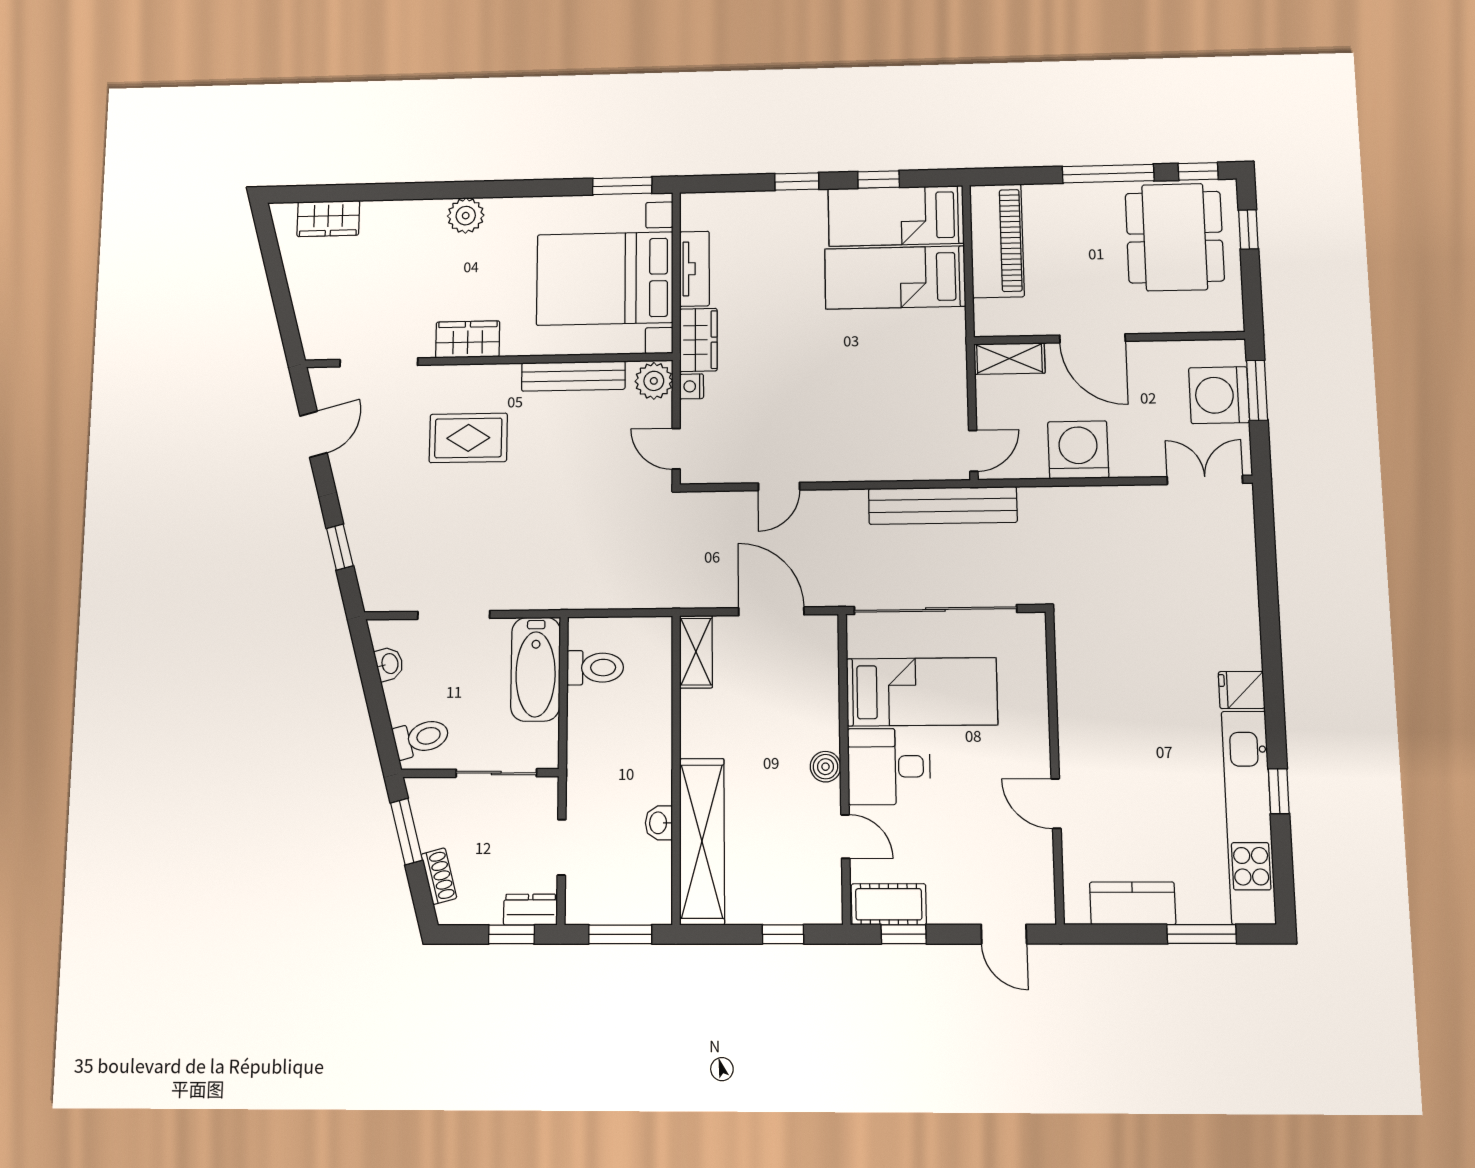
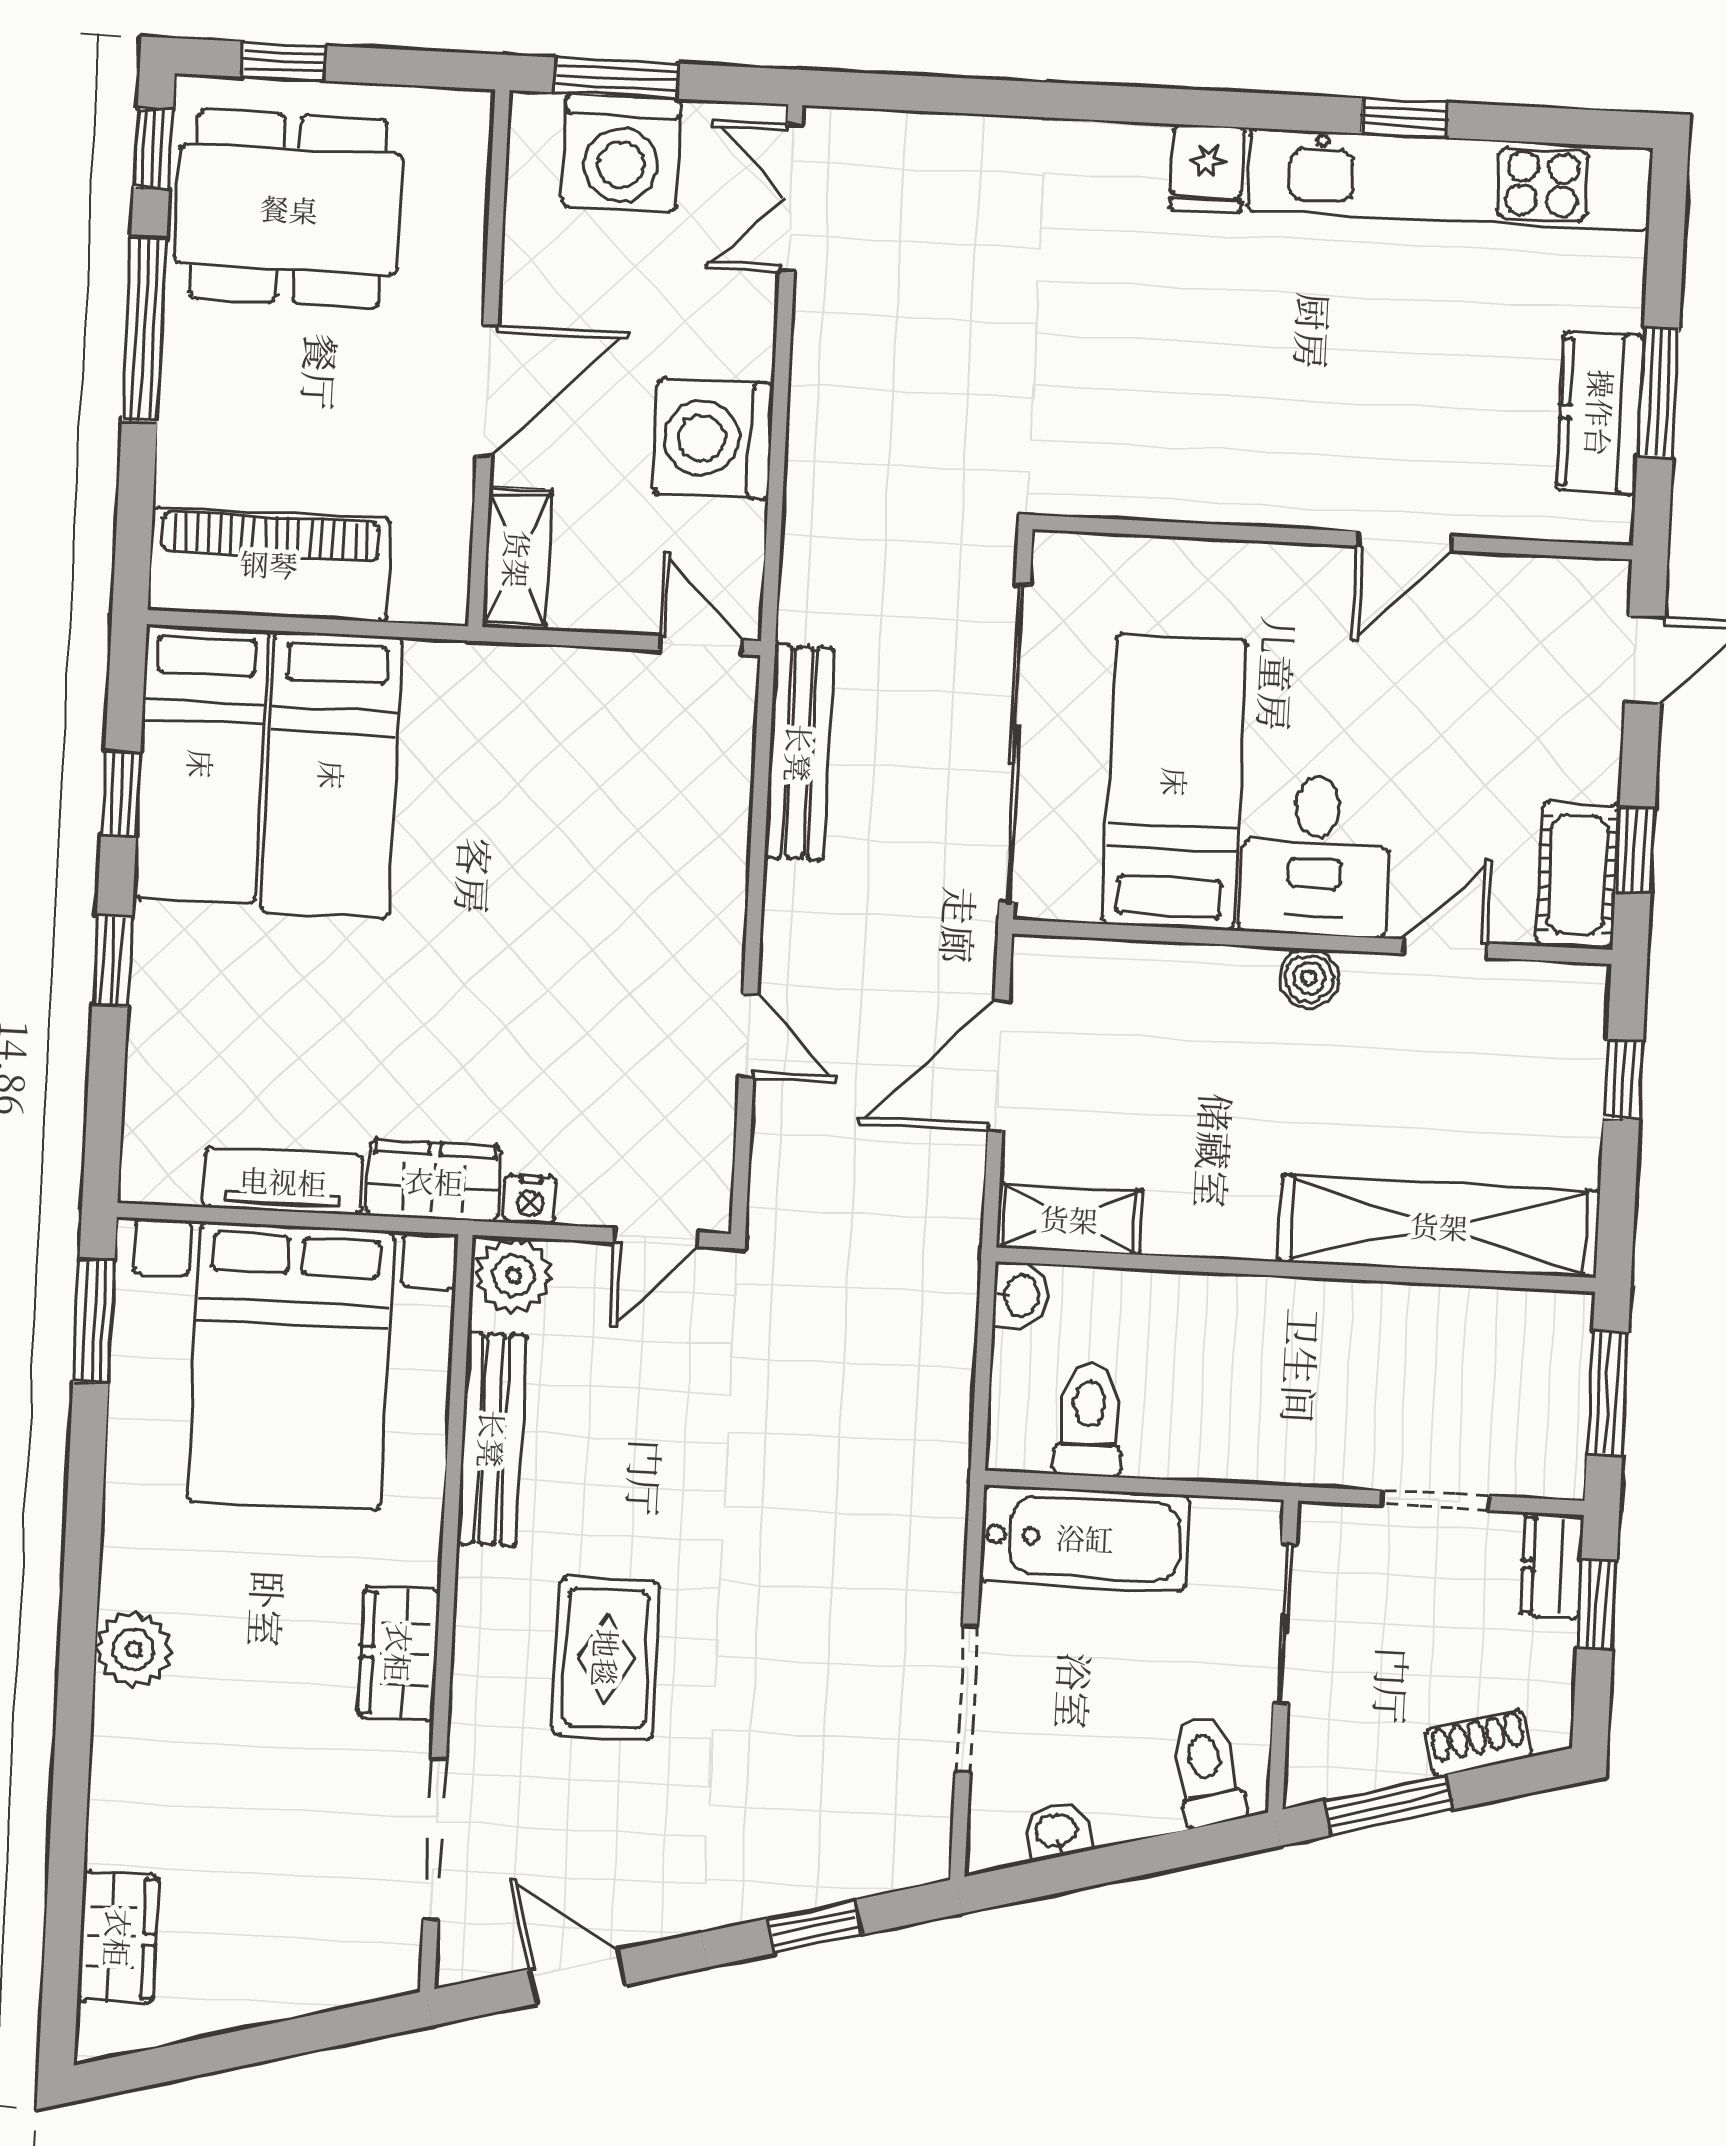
bench: (943, 505) -> (799, 753), width x0.73, depth x0.82
washbasin: (659, 823) -> (1020, 1295), moved, turned -90
window: (1202, 934) -> (1658, 392), moved

